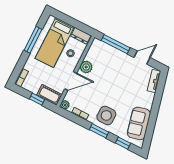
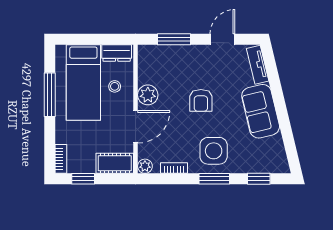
window: (116, 44) -> (174, 39), width x0.69
armchair: (113, 85) -> (201, 100), added
window: (37, 99) -> (83, 179), moved
sofa: (139, 123) -> (261, 111), moved

